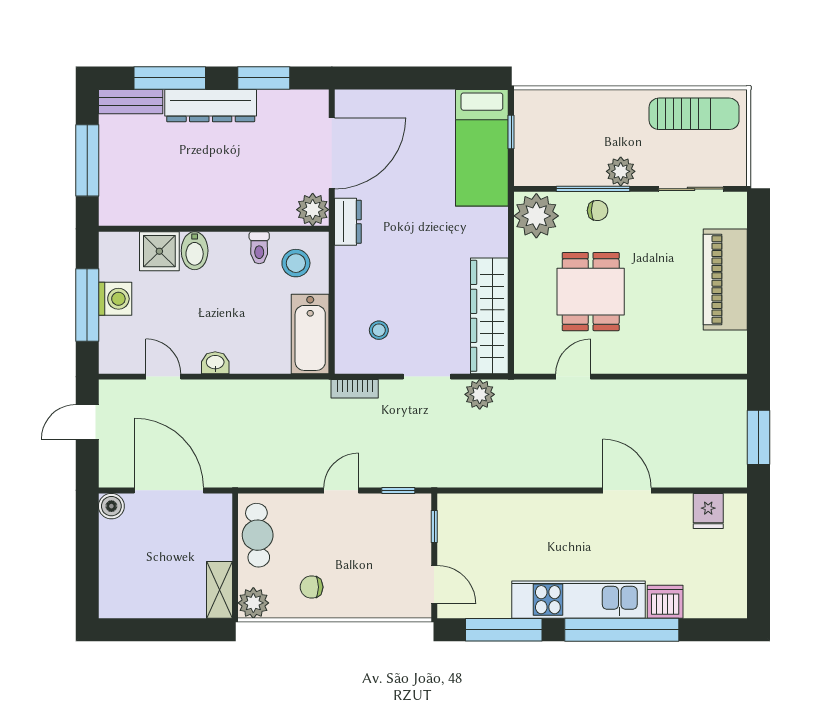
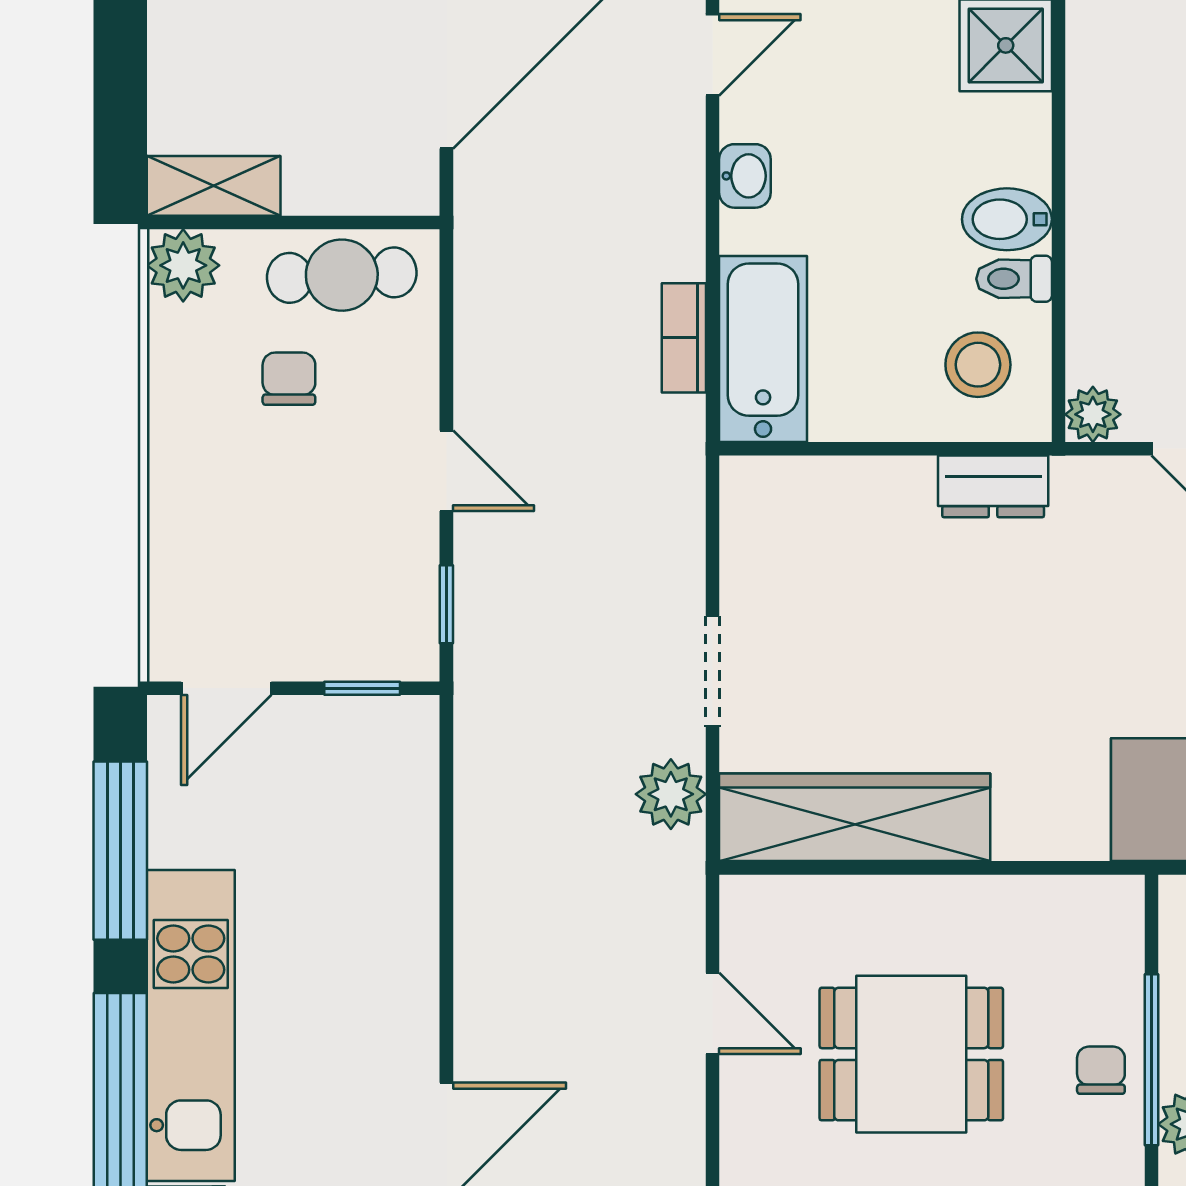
plant: (313, 210) -> (1093, 414), width x0.73, depth x0.73
chair: (598, 211) -> (1101, 1070), turned 180
plant: (536, 216) -> (1089, 927), removed
dresser: (348, 222) -> (993, 486), moved
bidet: (195, 251) -> (1007, 219), moved
stool: (379, 330) -> (821, 559), removed
bathtub: (310, 334) -> (763, 349), moved, turned 90
bookcase: (355, 389) -> (684, 338), moved
chair: (312, 587) -> (289, 379), moved

